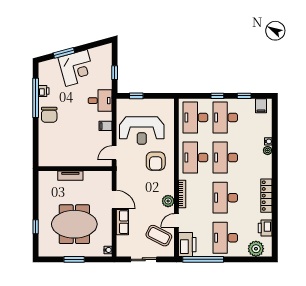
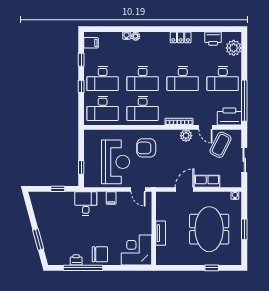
corner desk: (76, 68) -> (136, 250), moved, turned -75
armchair: (156, 161) -> (146, 148), turned 180
locker: (266, 196) -> (181, 37), width x0.66

